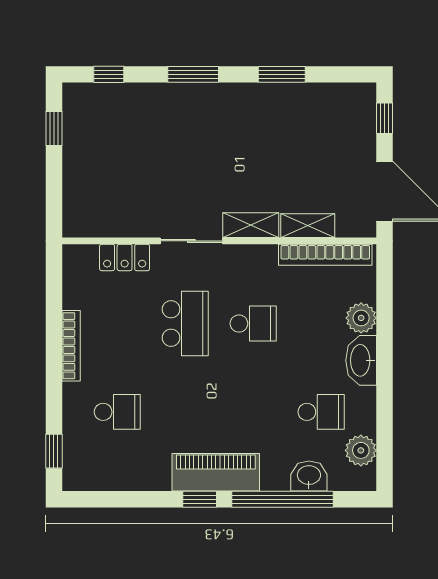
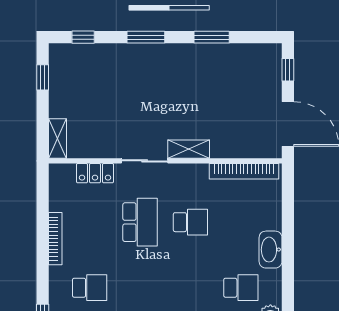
shelving: (308, 226) -> (58, 139), moved, turned 90
plant: (361, 318) -> (271, 218), removed

